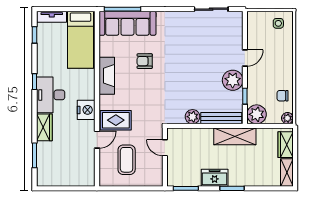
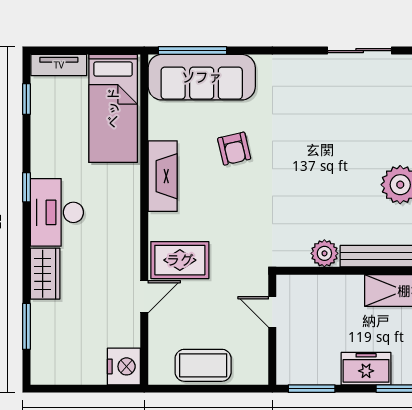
armchair: (145, 61) -> (234, 149), turned -103
nightstand: (86, 110) -> (124, 366), moved
coffee table: (127, 160) -> (203, 365), moved, turned 90

